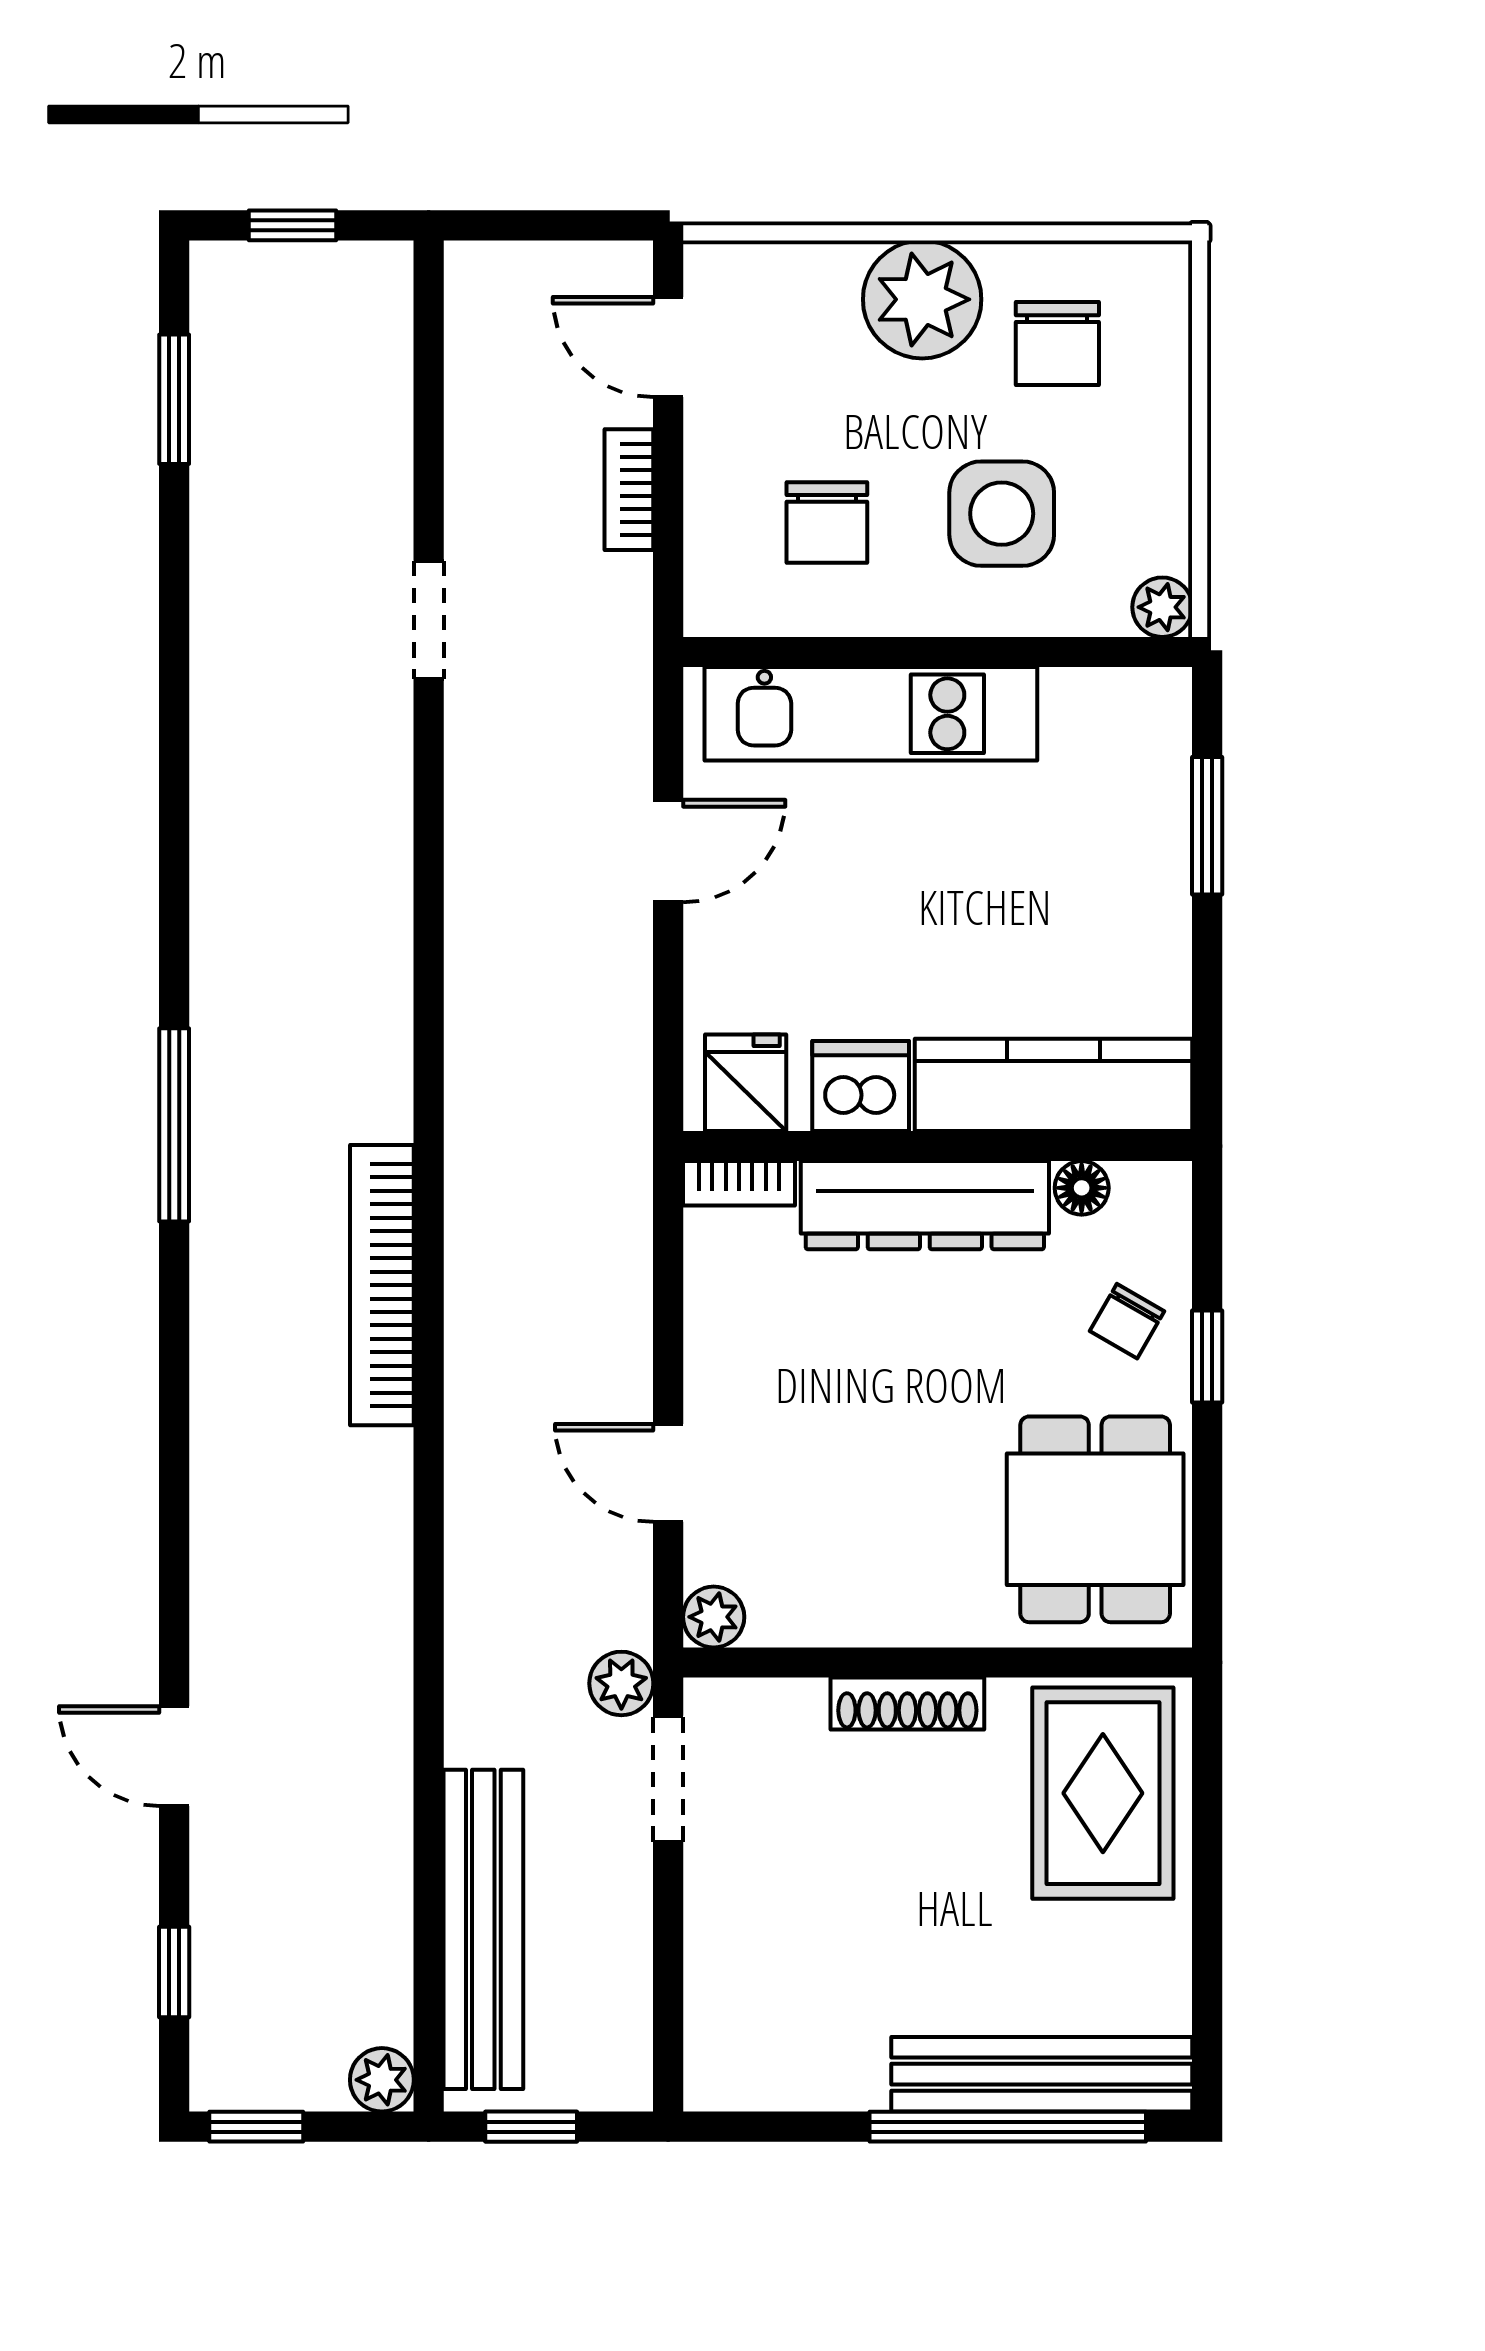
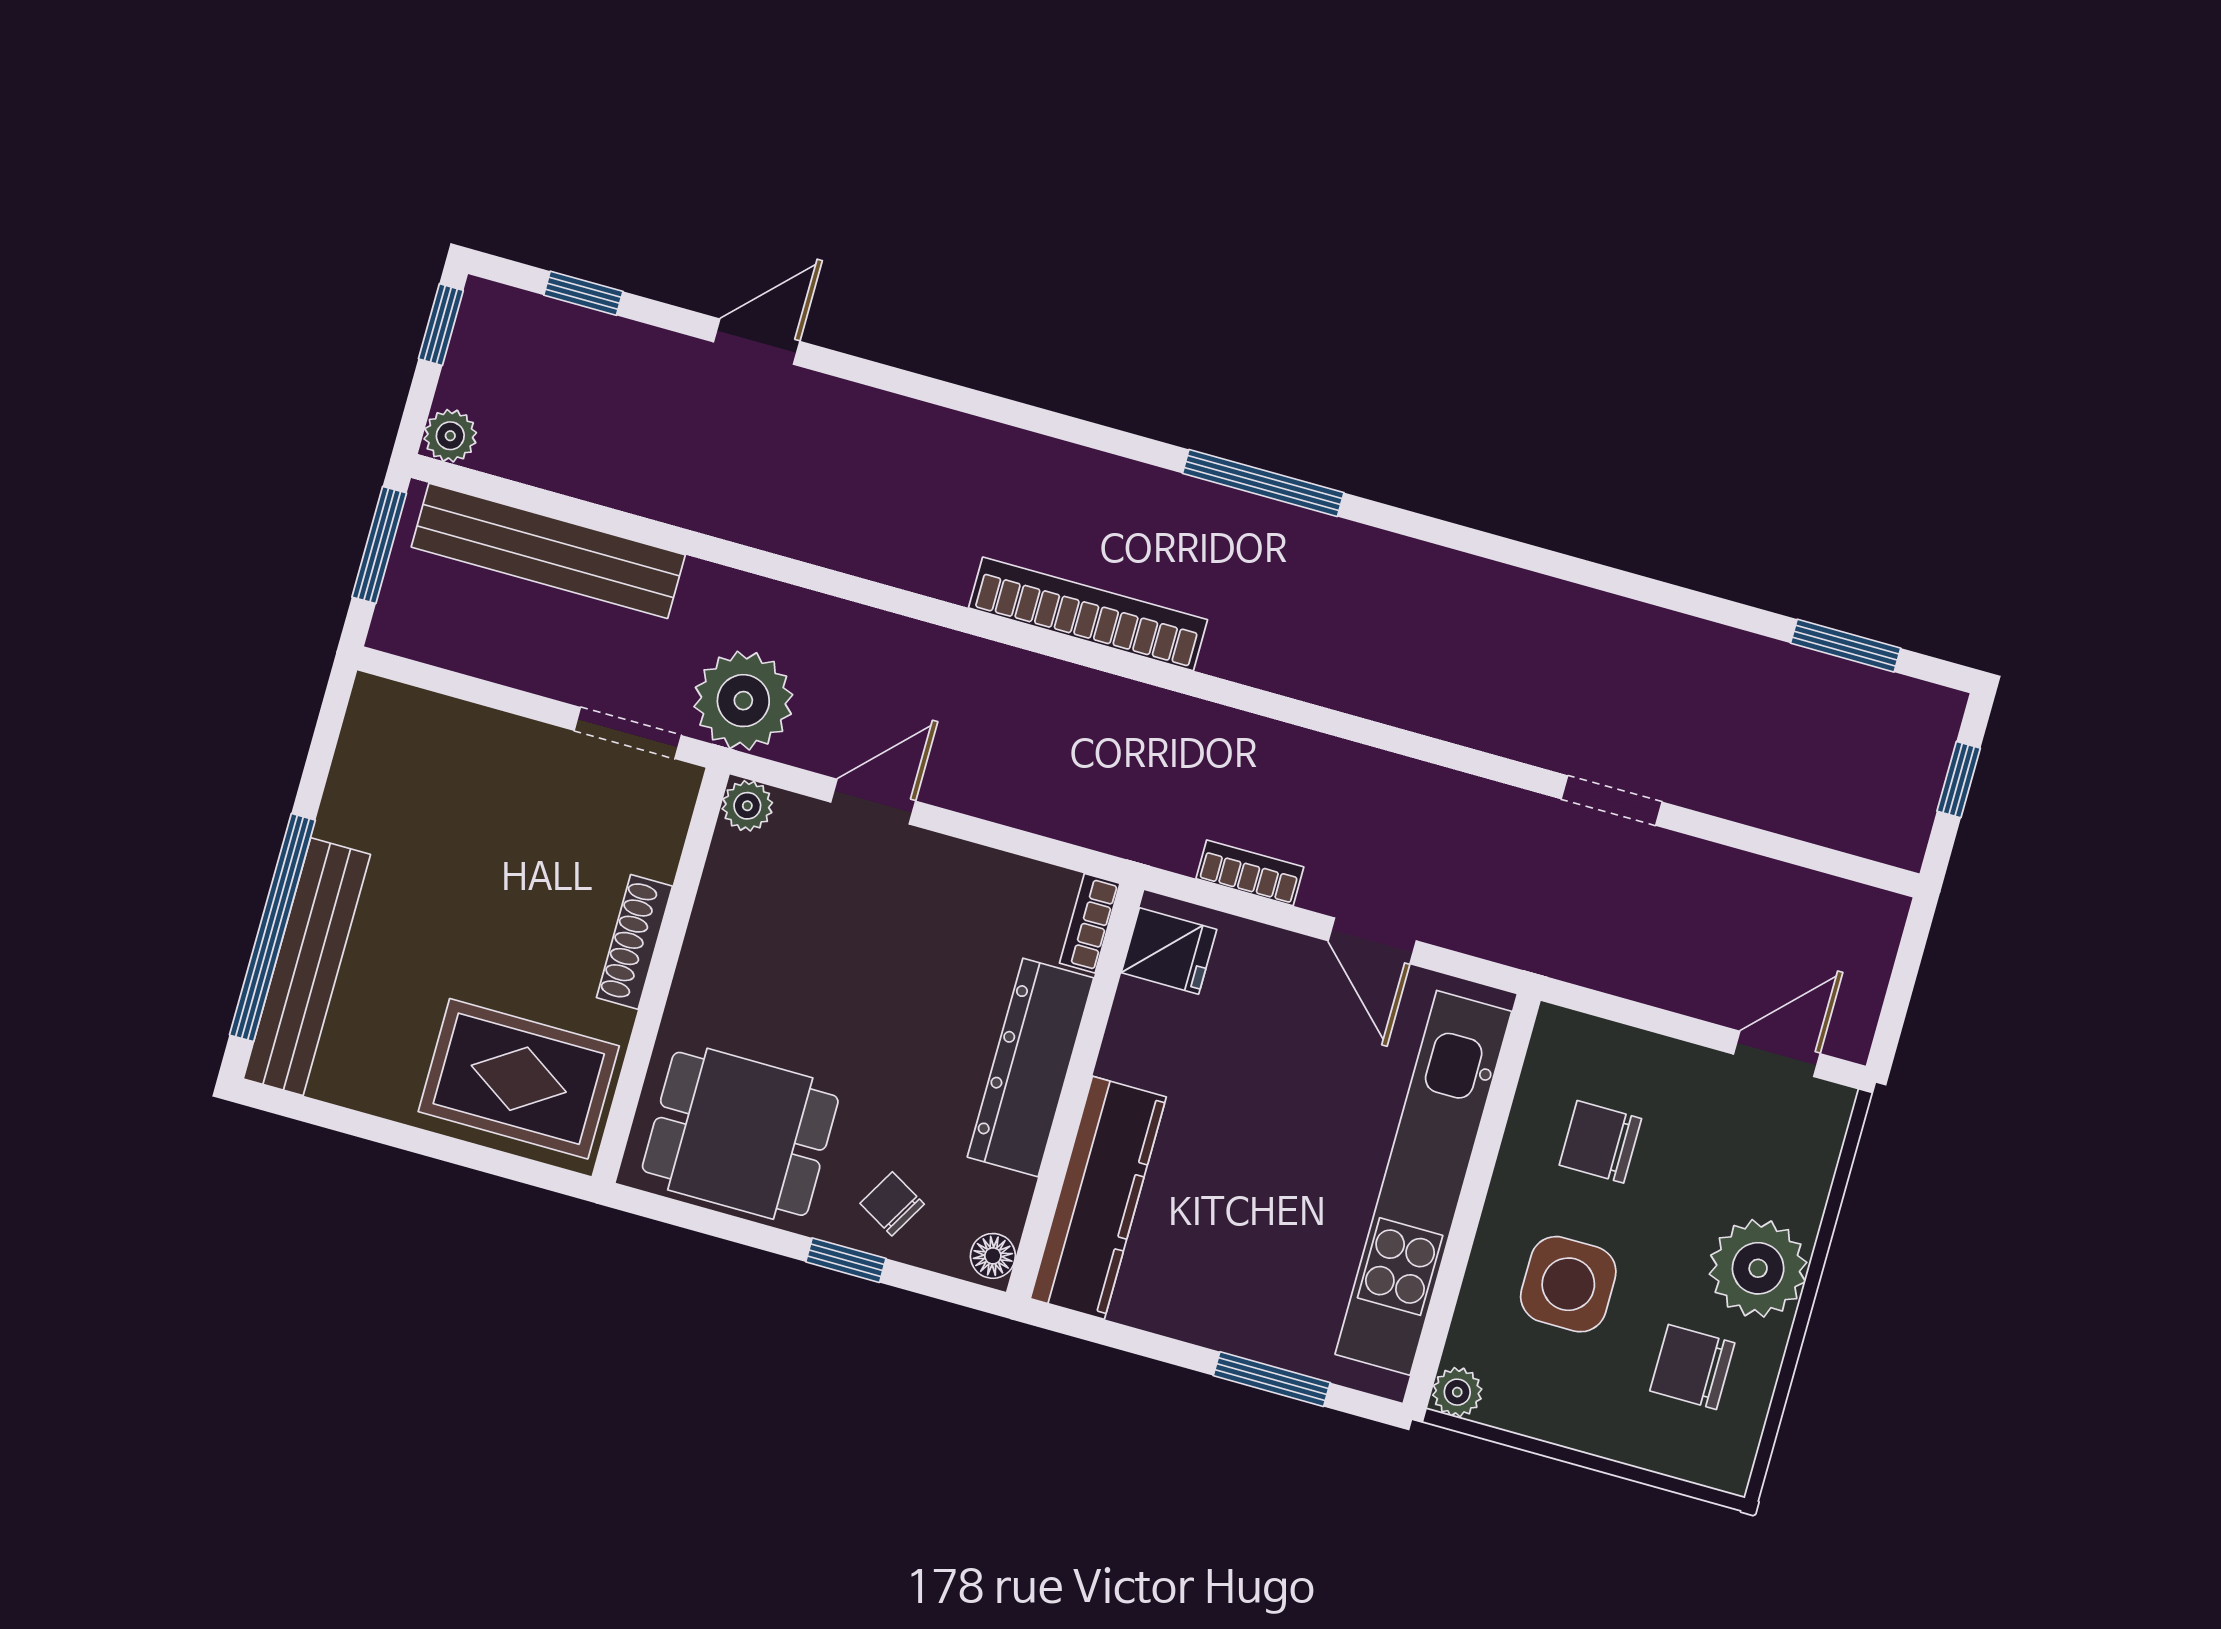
bookcase: (629, 490) -> (1250, 873), moved
kitchen unit: (871, 714) -> (1423, 1183), width x1.36
dishwasher: (861, 1086) -> (1141, 1043), removed
floor lamp: (1082, 1188) -> (993, 1256), moved
plant: (621, 1683) -> (743, 701), width x1.87, depth x1.87
window: (531, 2127) -> (379, 545), width x1.50

